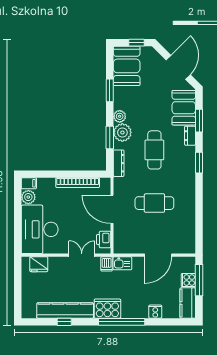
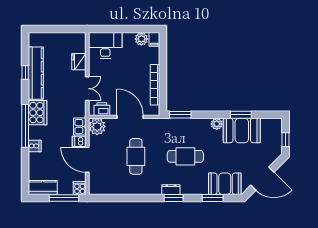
booth: (127, 66) -> (242, 130), moved
plant: (122, 132) -> (97, 127), moved
dresser: (190, 136) -> (171, 190), moved
window: (110, 138) -> (180, 115), moved
dresser: (119, 163) -> (173, 123), removed
door: (112, 209) -> (130, 117), hinge flipped
desk: (40, 229) -> (105, 45), width x0.73, depth x0.77
fridge: (39, 264) -> (79, 62), moved
dishwasher: (107, 264) -> (79, 141), moved
cooker: (188, 280) -> (80, 188), moved
cooker: (155, 312) -> (35, 146), moved

